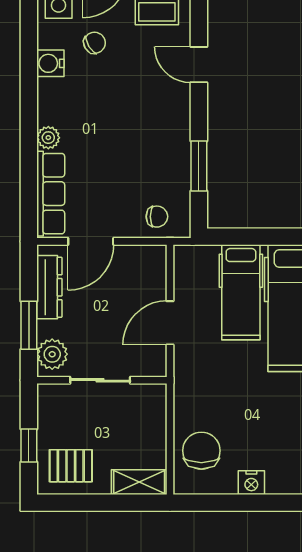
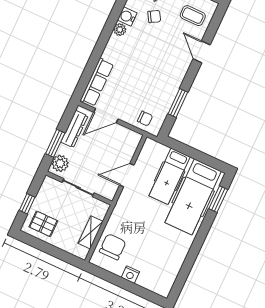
plant: (48, 138) -> (120, 30), moved
shelving: (139, 482) -> (91, 232), moved, turned 90

